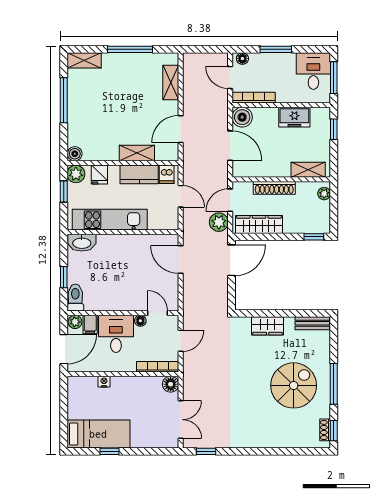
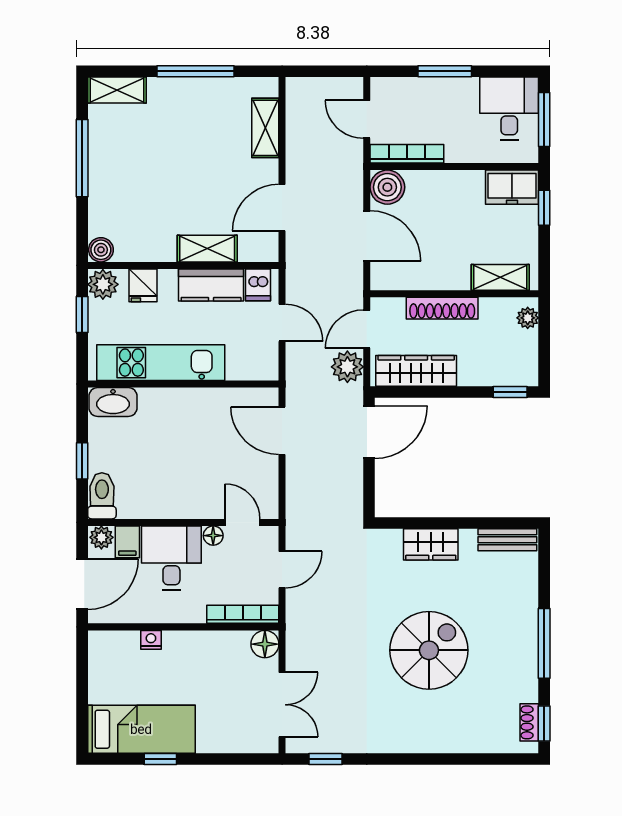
floor lamp: (242, 59) -> (388, 87), removed
freezer: (294, 117) -> (512, 187), moved
spiral stairs: (294, 385) -> (429, 650), moved

